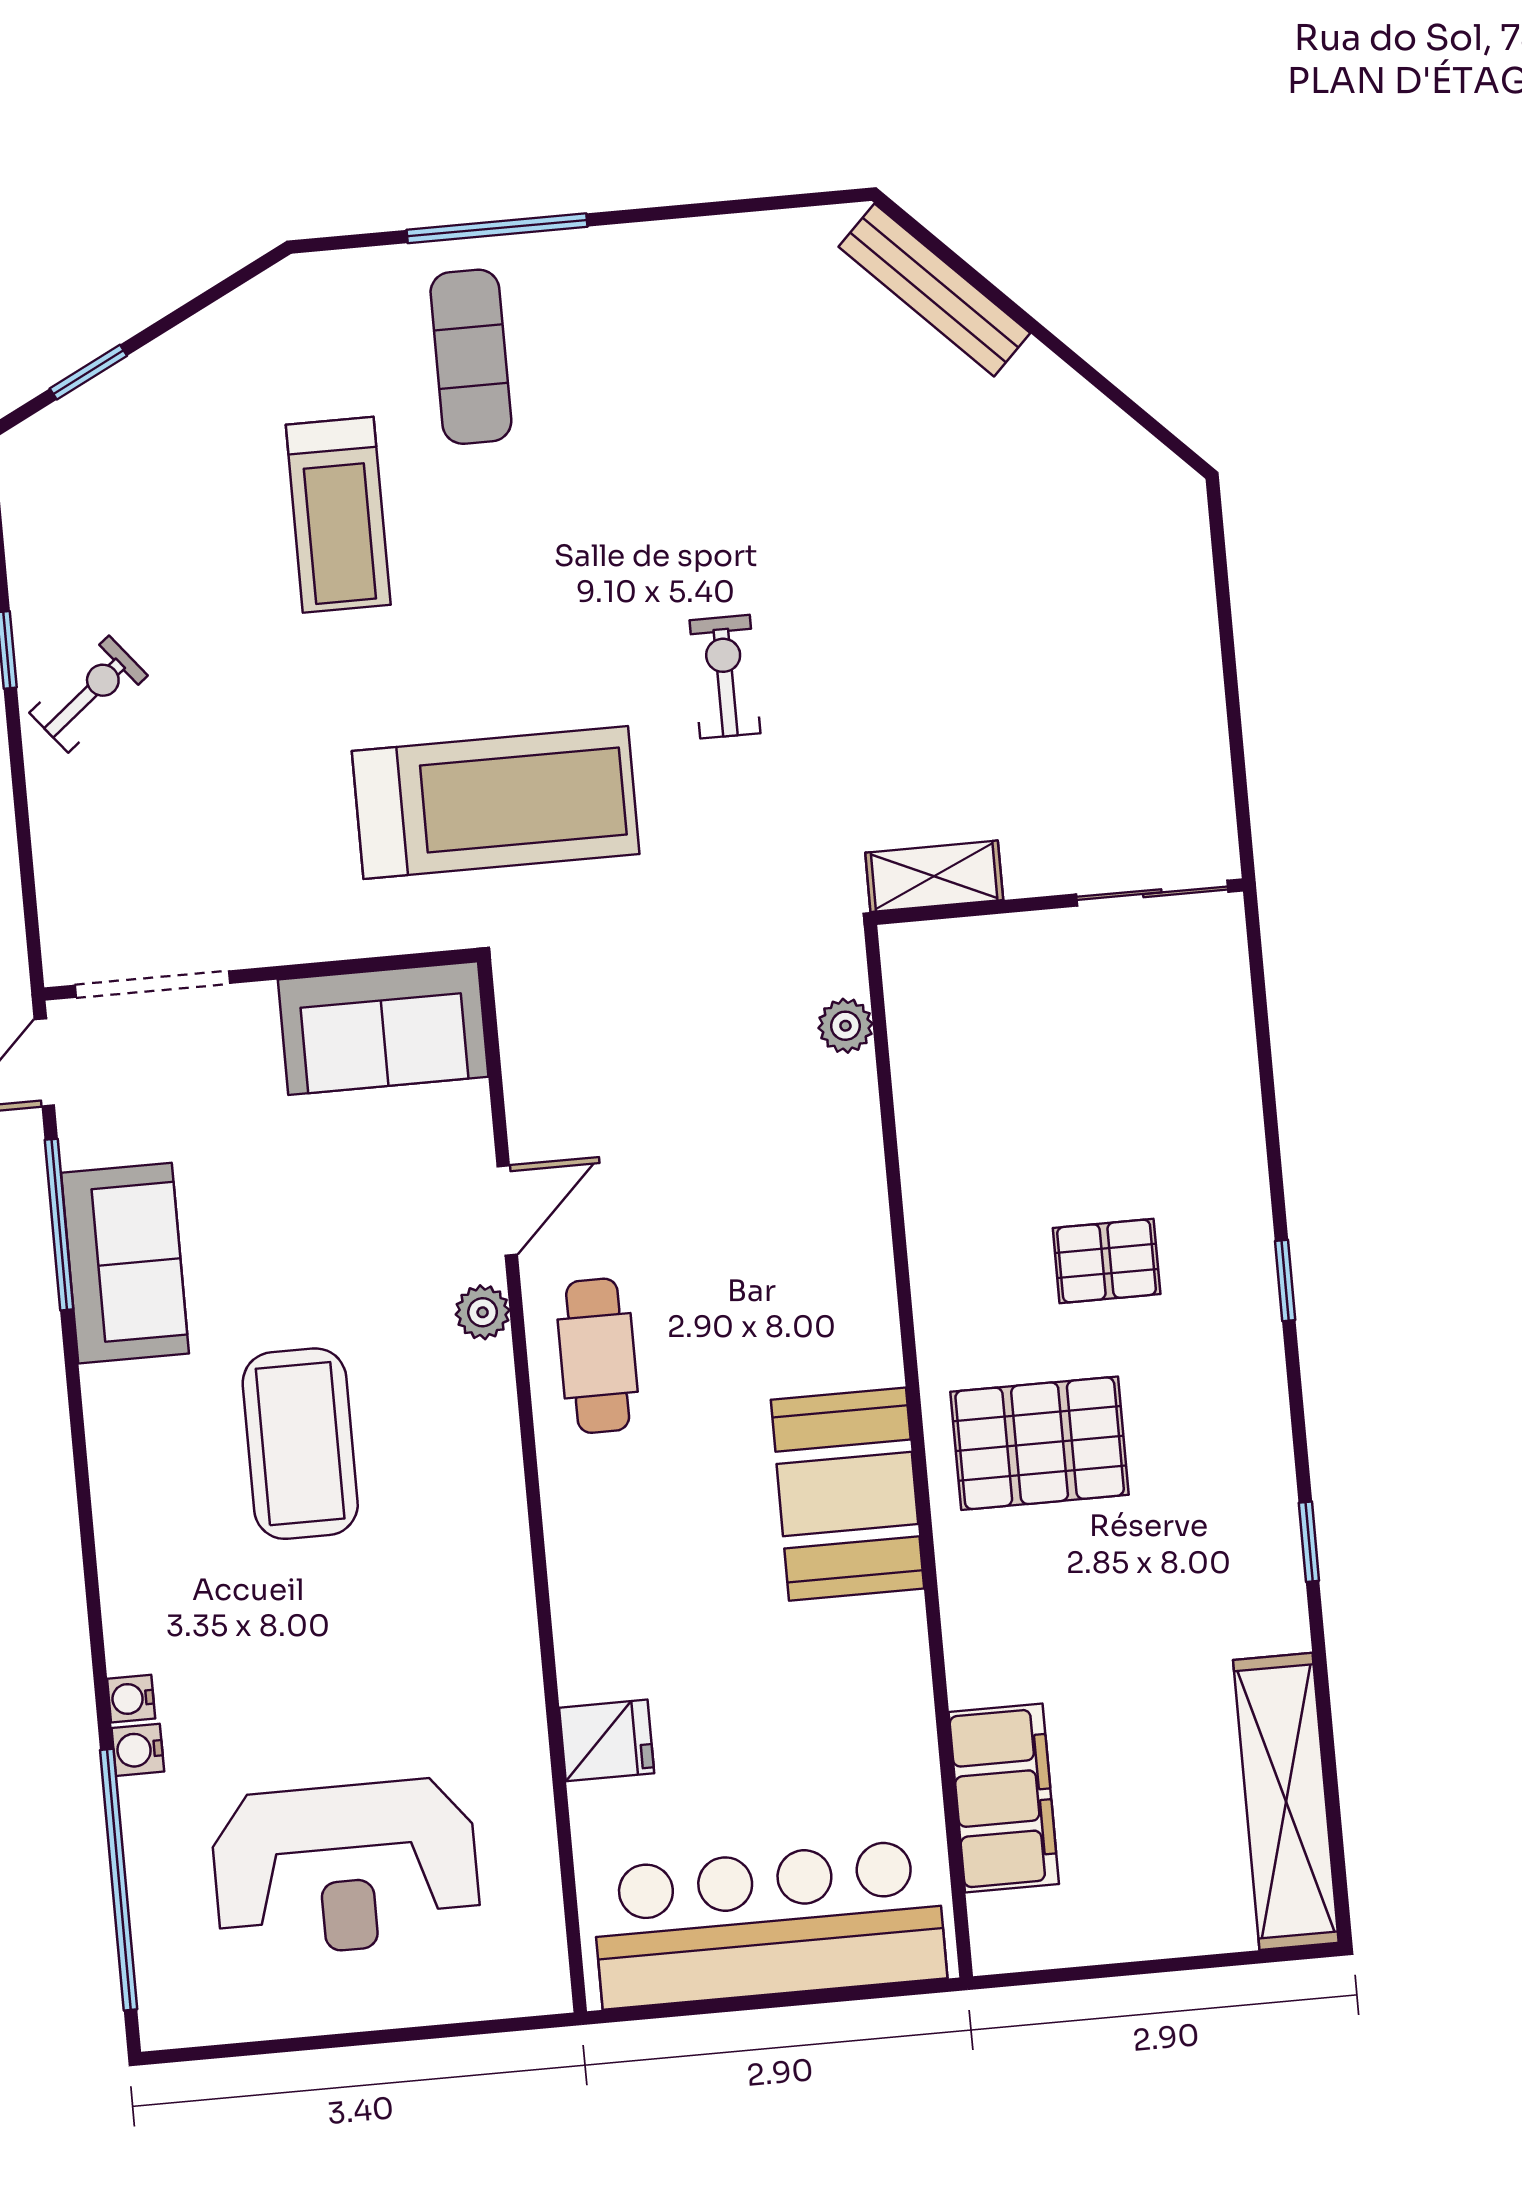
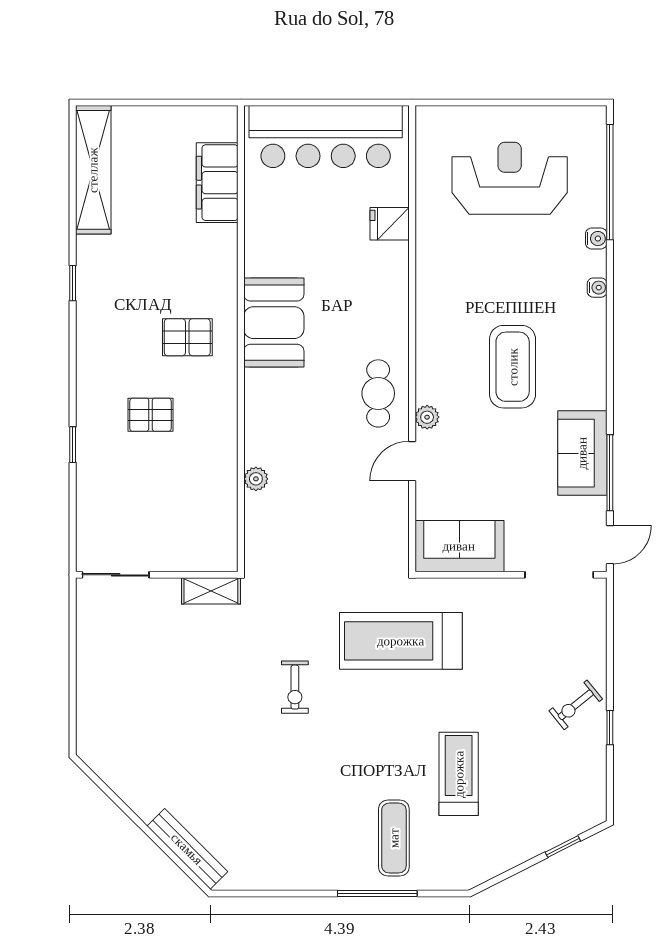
plant: (845, 1026) -> (256, 479), moved
window: (1285, 1281) -> (73, 445), moved
pallet: (1040, 1443) -> (187, 337), width x0.67, depth x0.71
water cooler: (131, 1699) -> (597, 288), moved

